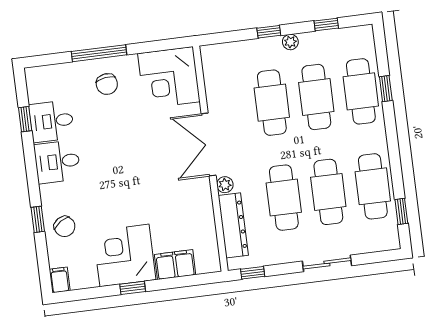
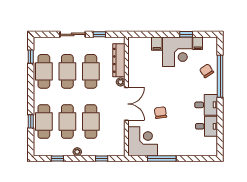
window: (269, 32) -> (102, 159), moved
window: (99, 53) -> (162, 159), moved
chair: (107, 84) -> (160, 113), moved
window: (25, 119) -> (220, 129), removed
window: (38, 219) -> (220, 76), width x3.17
filing cabinet: (175, 265) -> (157, 44), width x0.50
window: (253, 273) -> (99, 34), moved
filing cabinet: (60, 280) -> (198, 43), moved
window: (133, 288) -> (186, 34), moved

